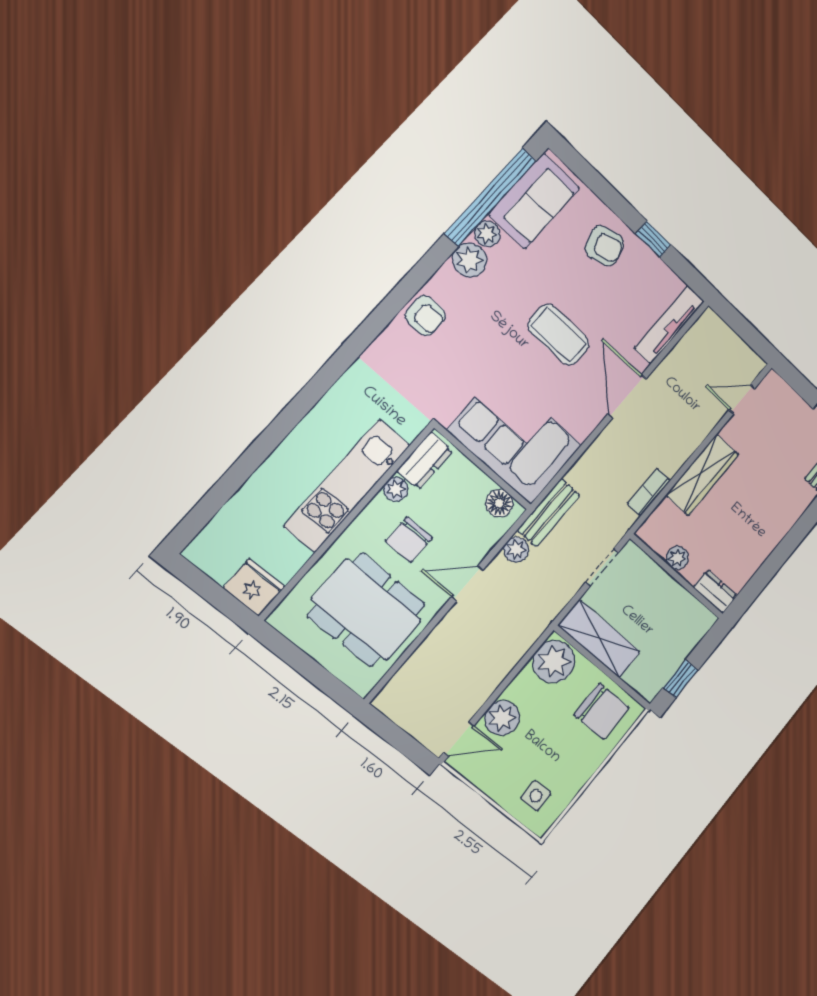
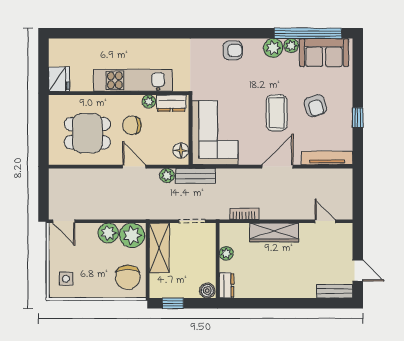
armchair: (604, 246) -> (315, 106), moved
armchair: (425, 316) -> (233, 50), turned -90
dining table: (367, 610) -> (87, 133), width x0.73
boiler: (701, 622) -> (207, 291), added
plant: (502, 718) -> (108, 233), moved

